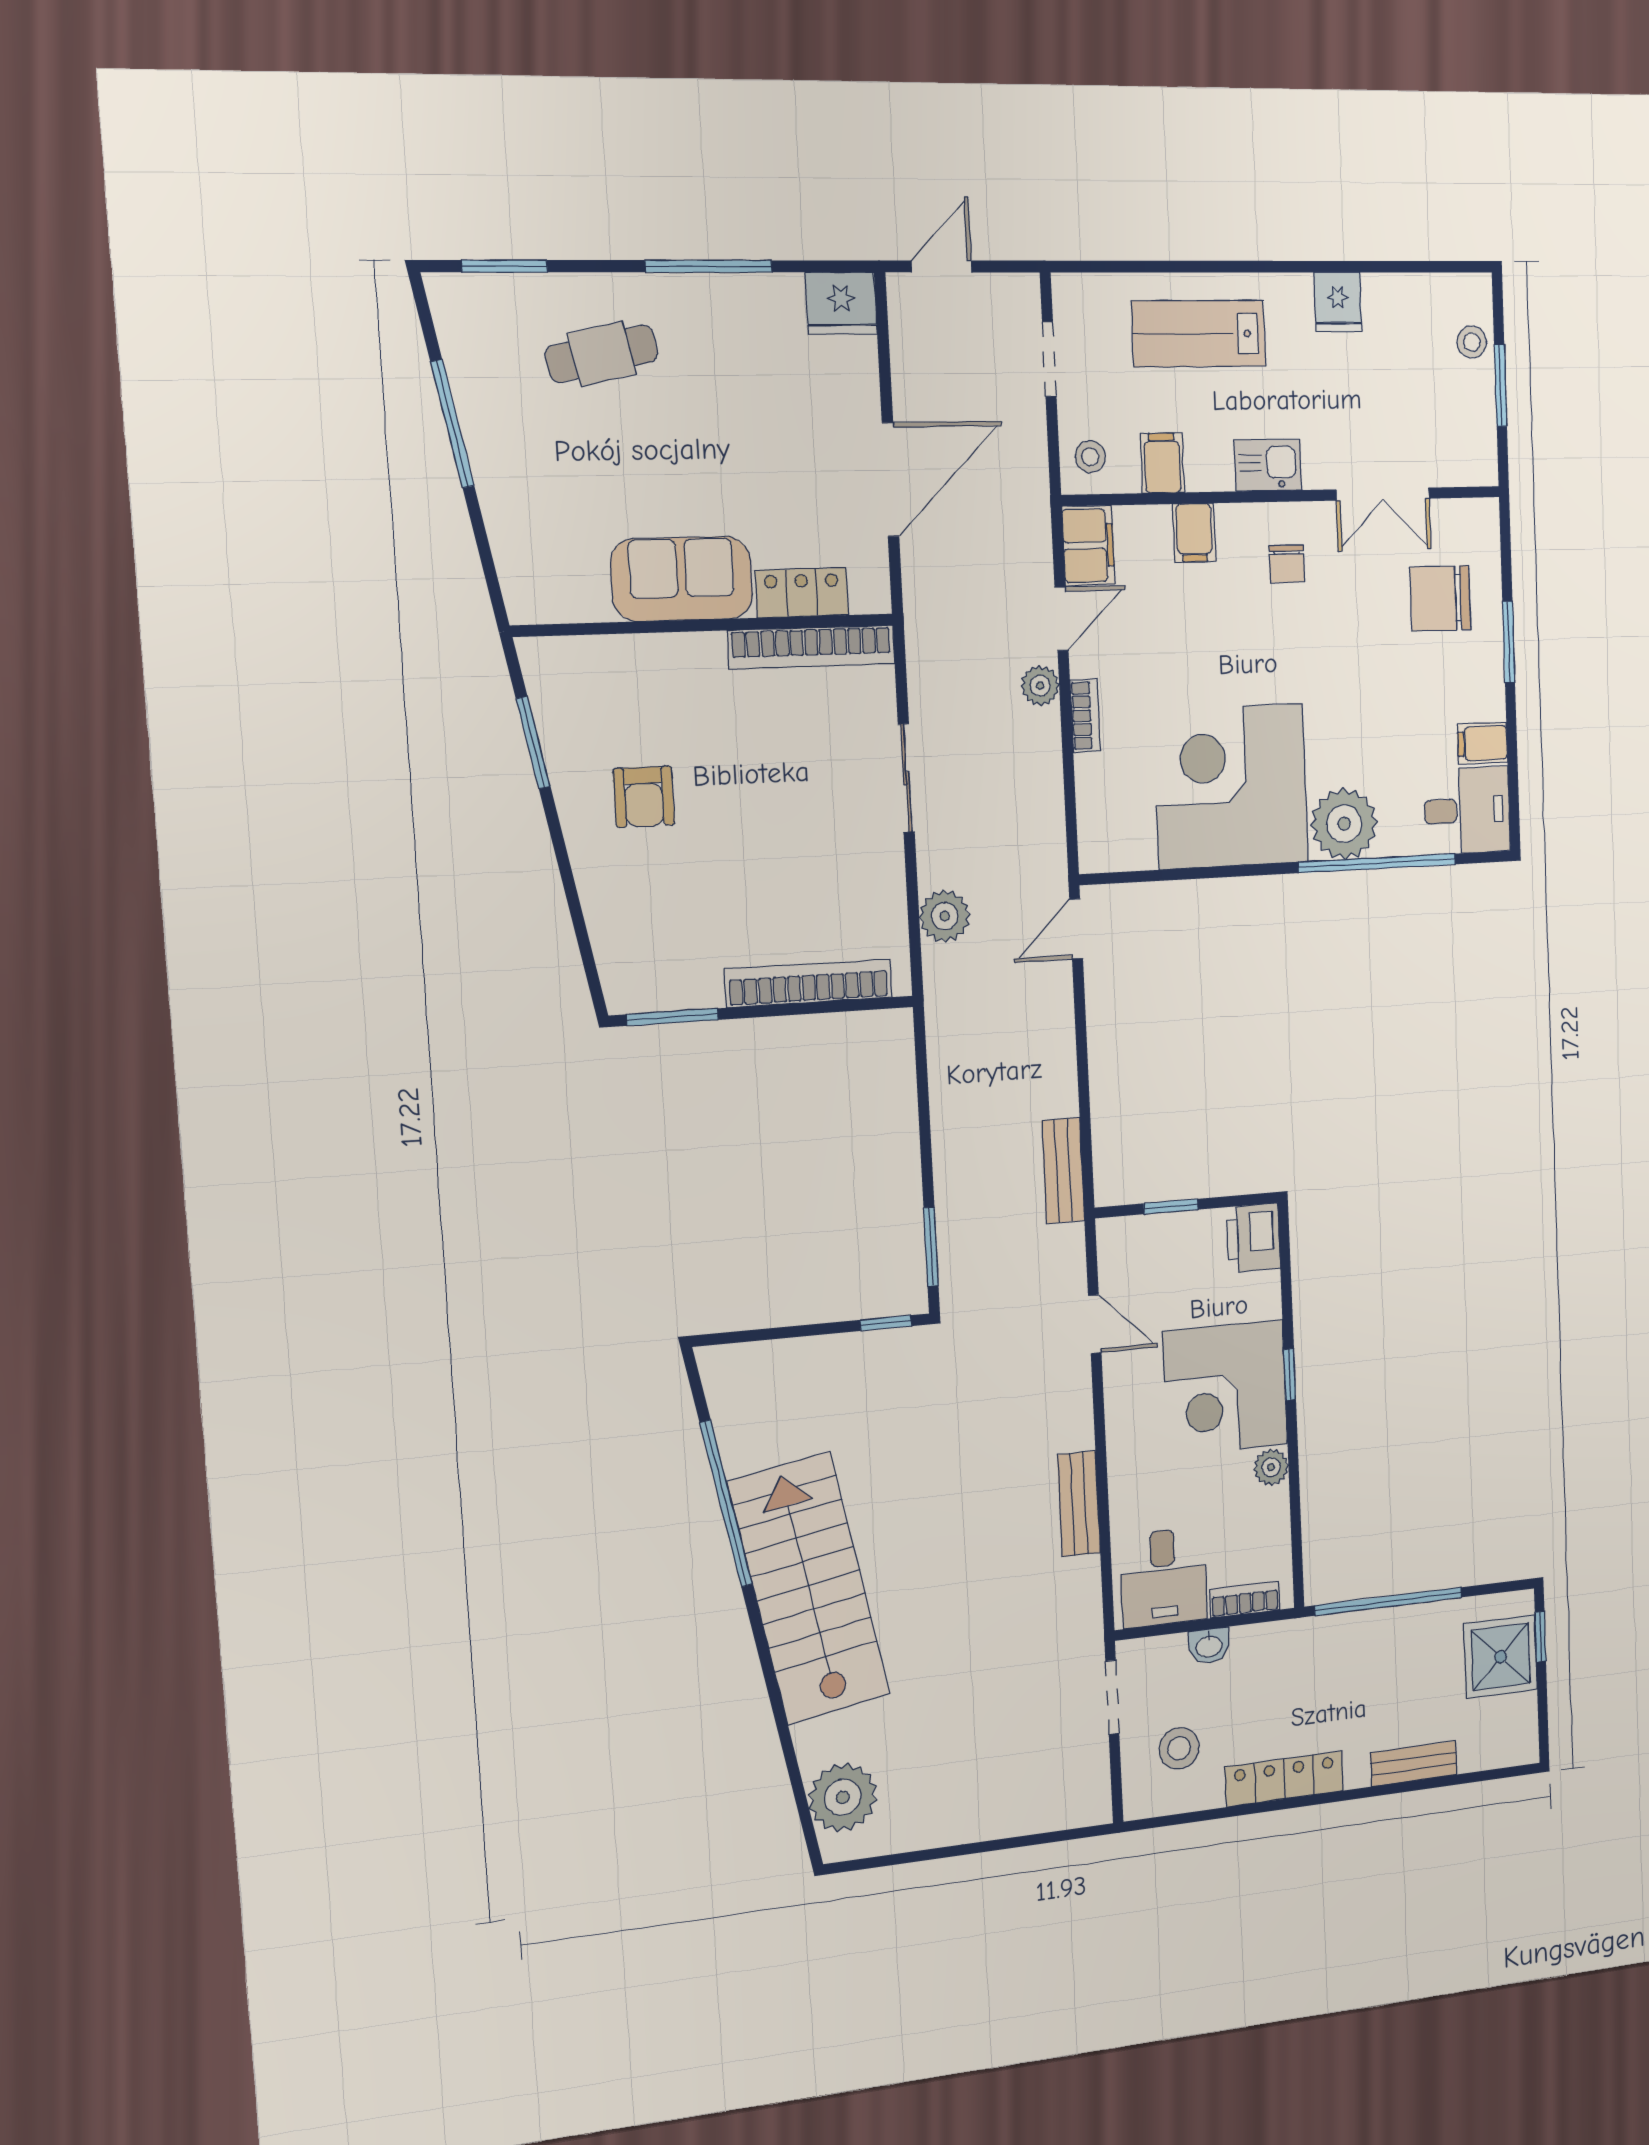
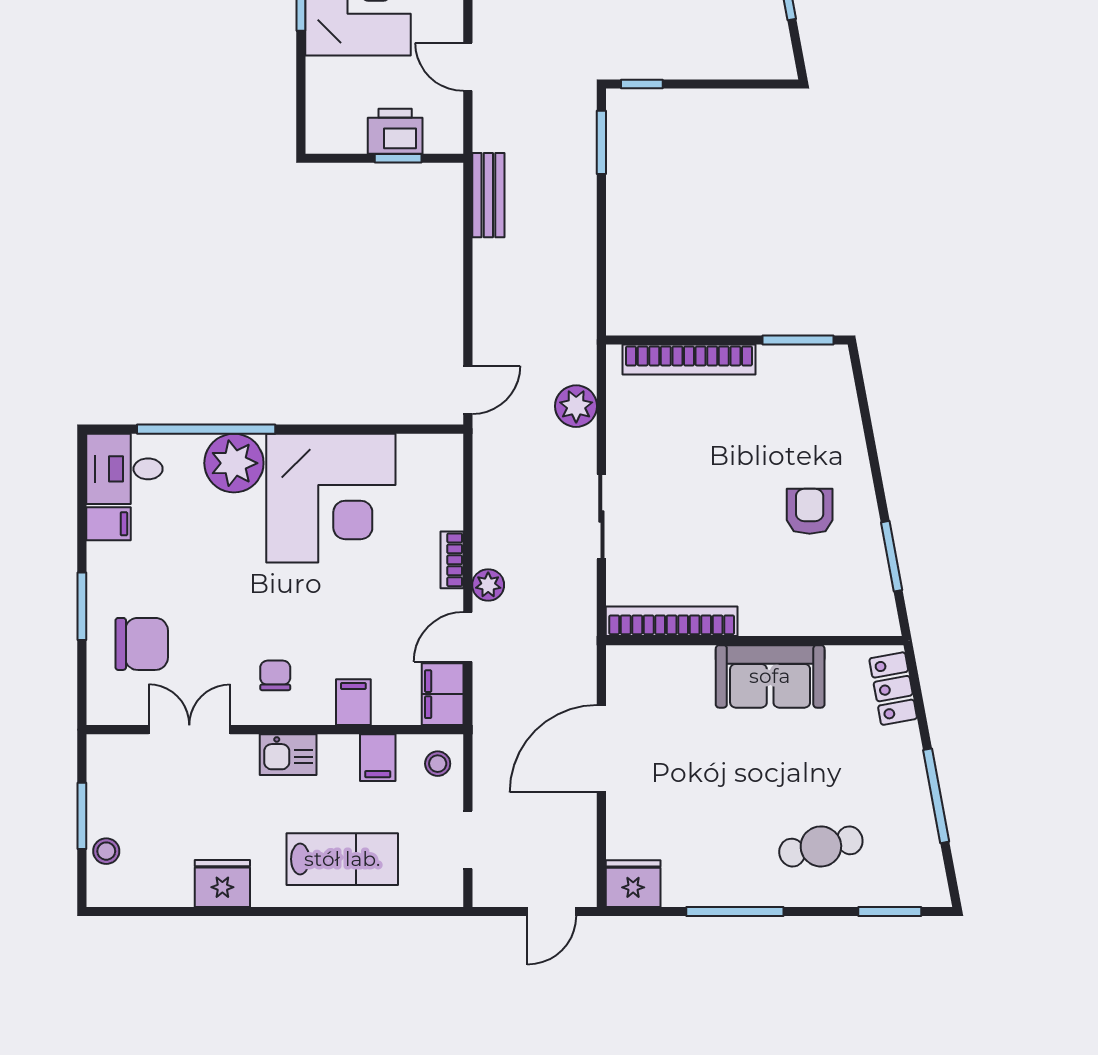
fridge: (1338, 302) -> (222, 883), width x1.38
locker: (802, 593) -> (893, 689), moved, turned 79
printer: (1253, 1238) -> (395, 131), moved, turned -90

